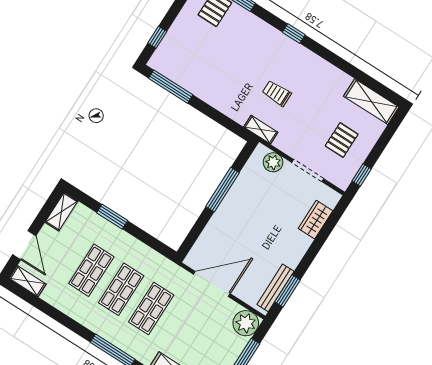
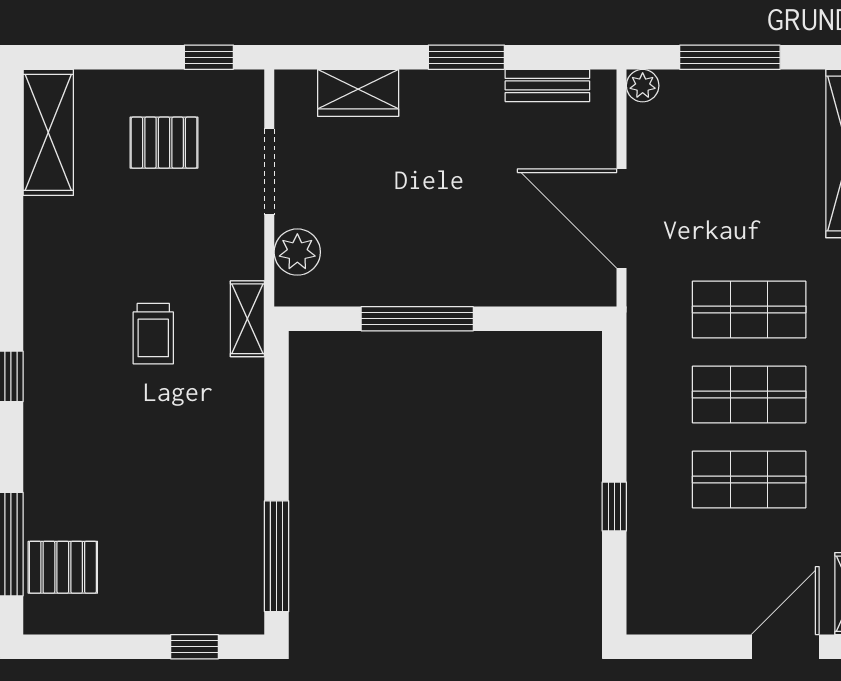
shelving: (61, 212) -> (669, 615), removed
window: (112, 217) -> (614, 507), width x0.67
bench: (275, 288) -> (547, 85), width x0.73
window: (288, 291) -> (466, 57), moved
plant: (246, 323) -> (643, 86), width x0.53, depth x0.53

